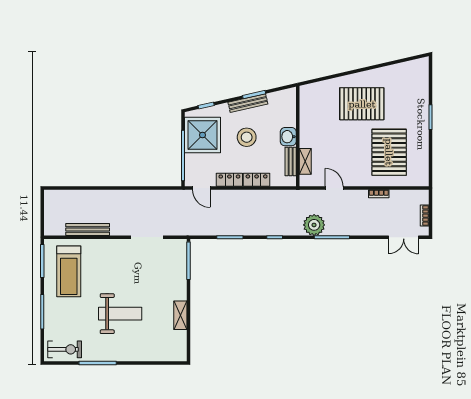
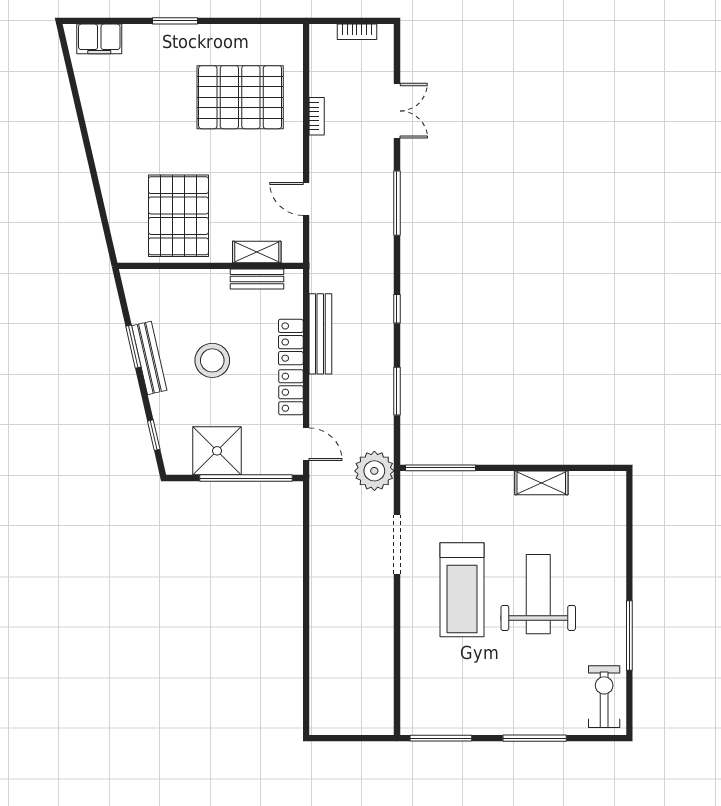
filing cabinet: (421, 76) -> (99, 39), added
pallet: (362, 104) -> (178, 216), moved
shower: (202, 135) -> (217, 451), width x0.73, depth x0.73
washbasin: (288, 137) -> (211, 283), removed
door: (201, 188) -> (306, 444), hinge flipped
door: (334, 188) -> (306, 199), hinge flipped
plant: (314, 225) -> (374, 471), moved
bench: (88, 229) -> (320, 334), moved
double door: (404, 237) -> (397, 111), moved
treadmill: (69, 271) -> (462, 590), moved, turned 90

